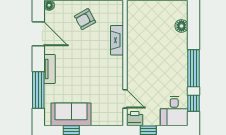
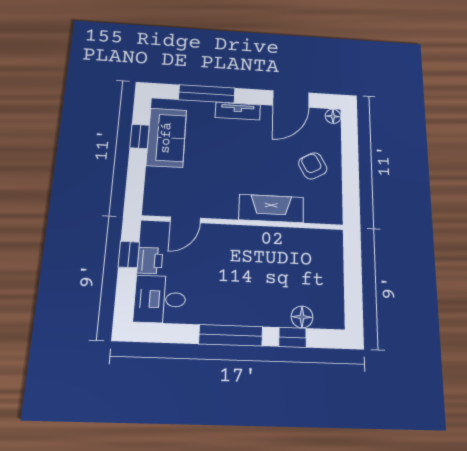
fireplace: (117, 40) -> (271, 208), width x1.37, depth x1.32
window: (194, 103) -> (293, 337), moved
printer: (135, 119) -> (150, 261), moved

